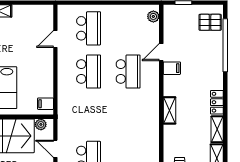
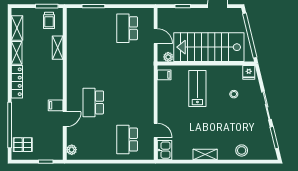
kitchen sink: (45, 16) -> (165, 150), added
door: (55, 39) -> (156, 130), hinge flipped
school desk: (89, 72) -> (127, 102), removed
locker: (217, 102) -> (17, 82), width x1.53
shelving: (170, 110) -> (58, 48), moved

